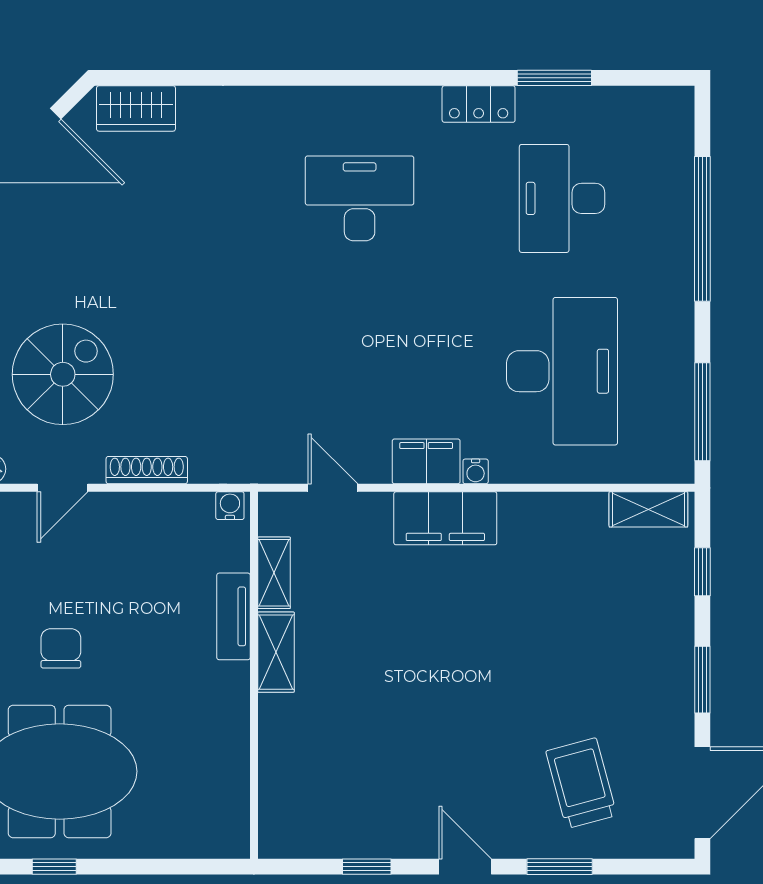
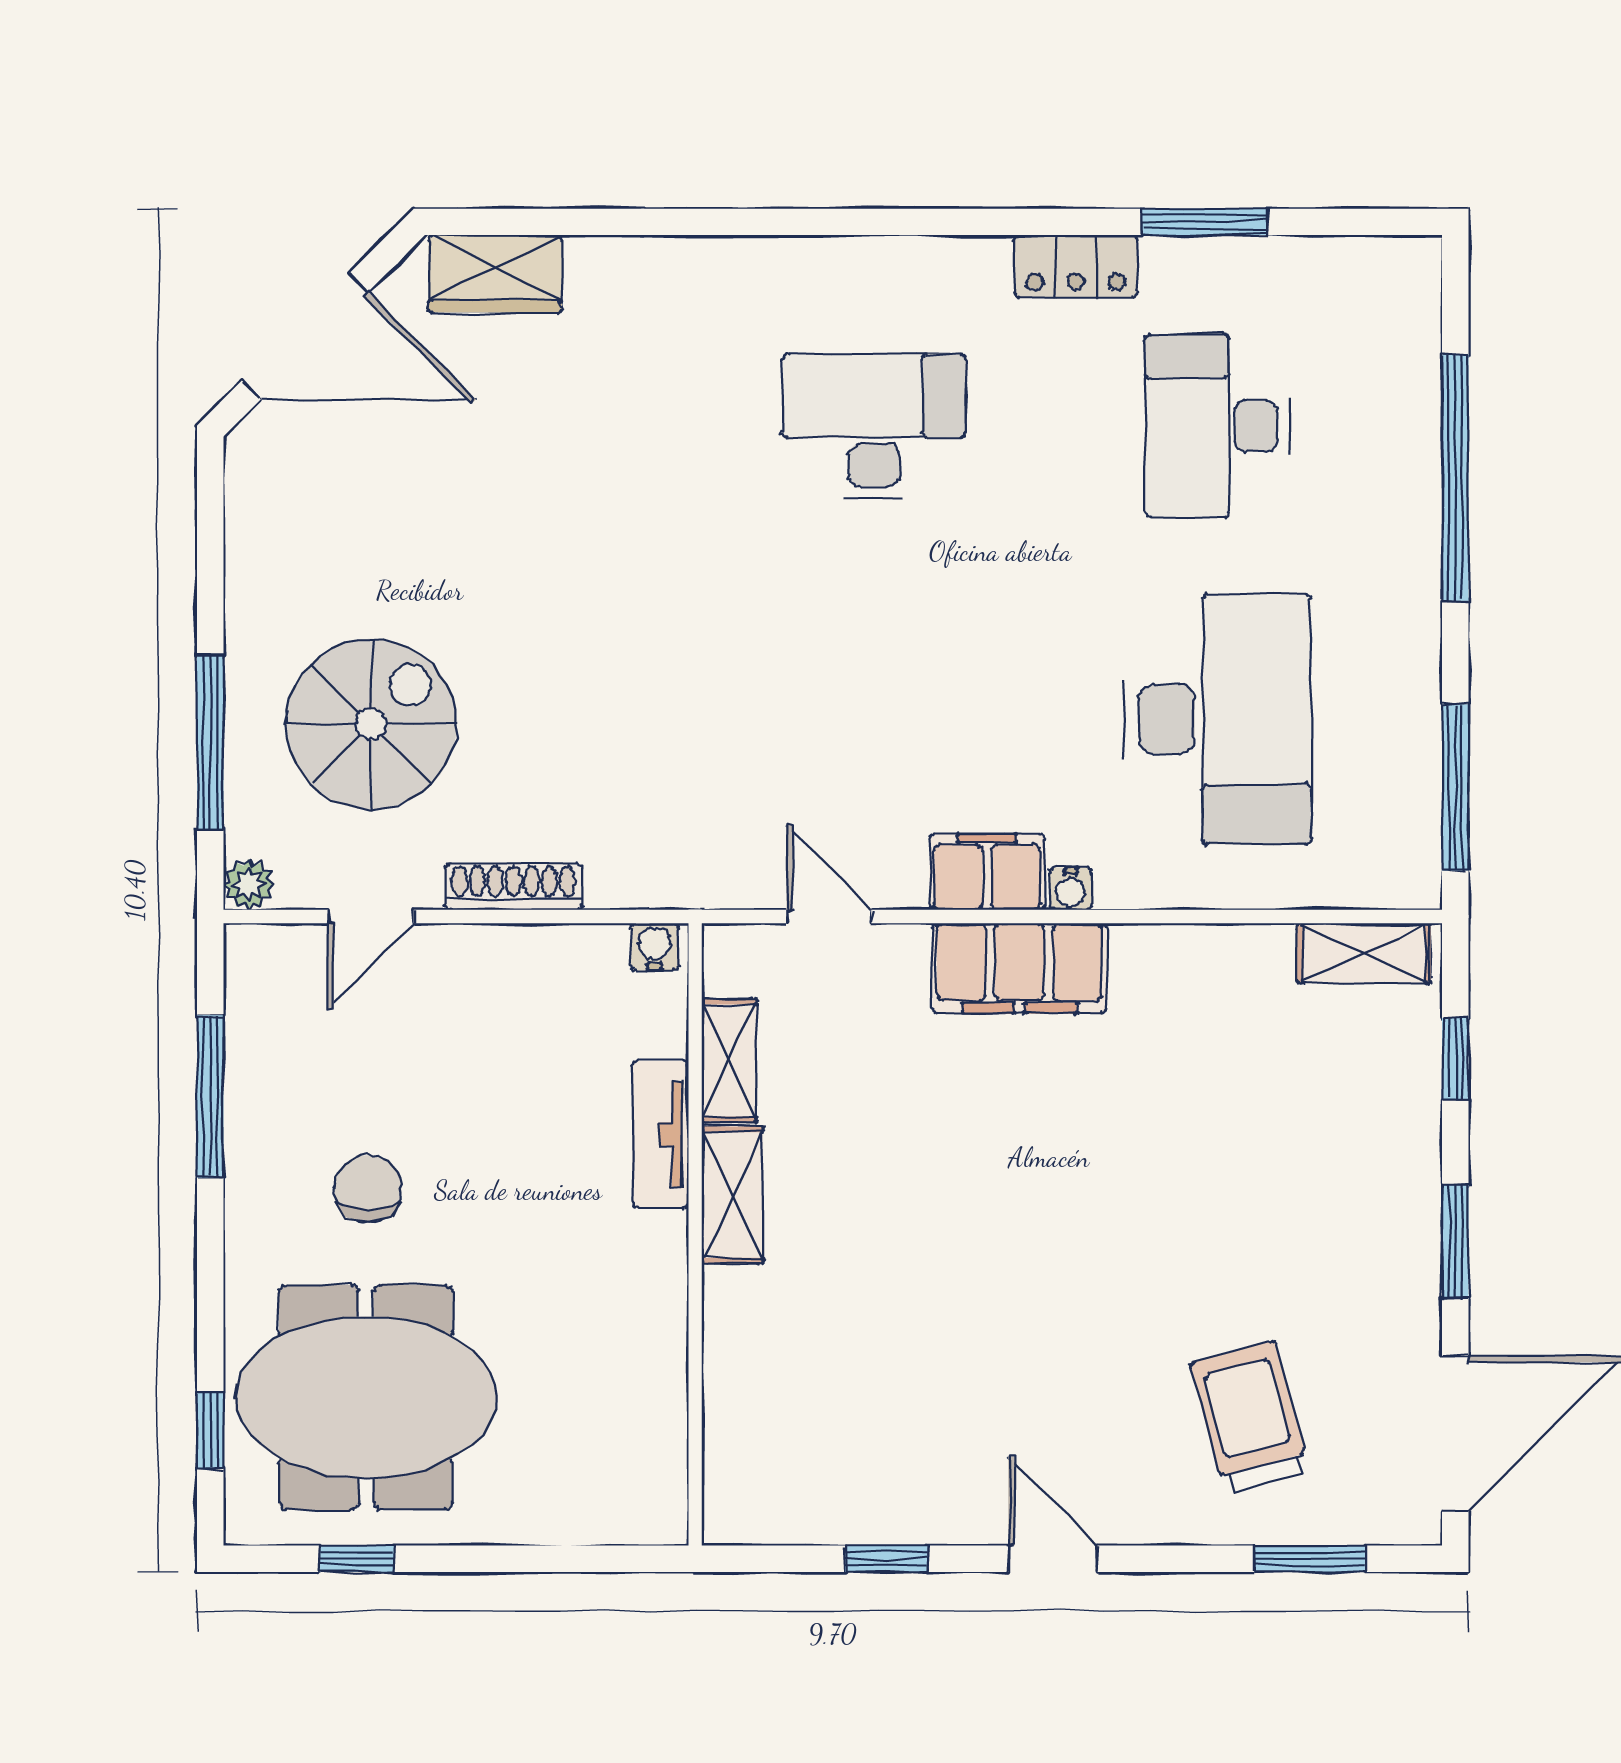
window: (560, 867) -> (1310, 1559), moved

